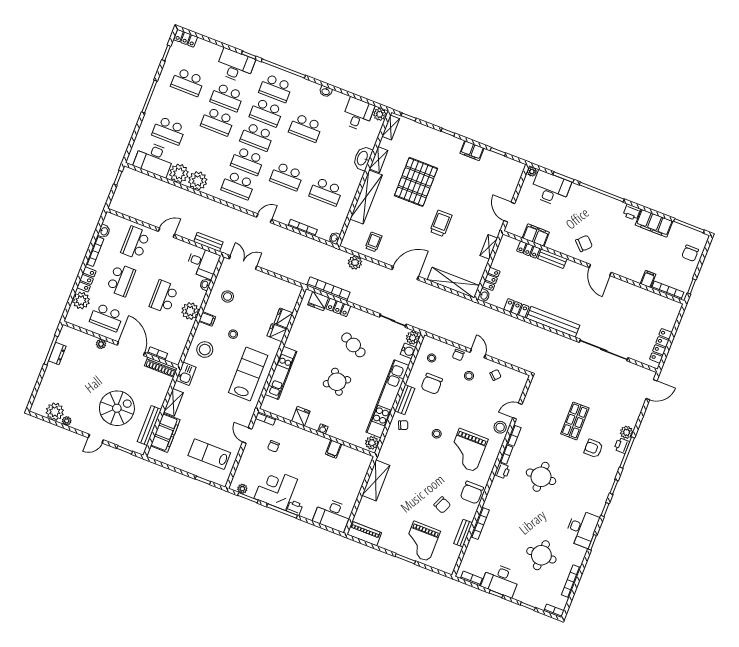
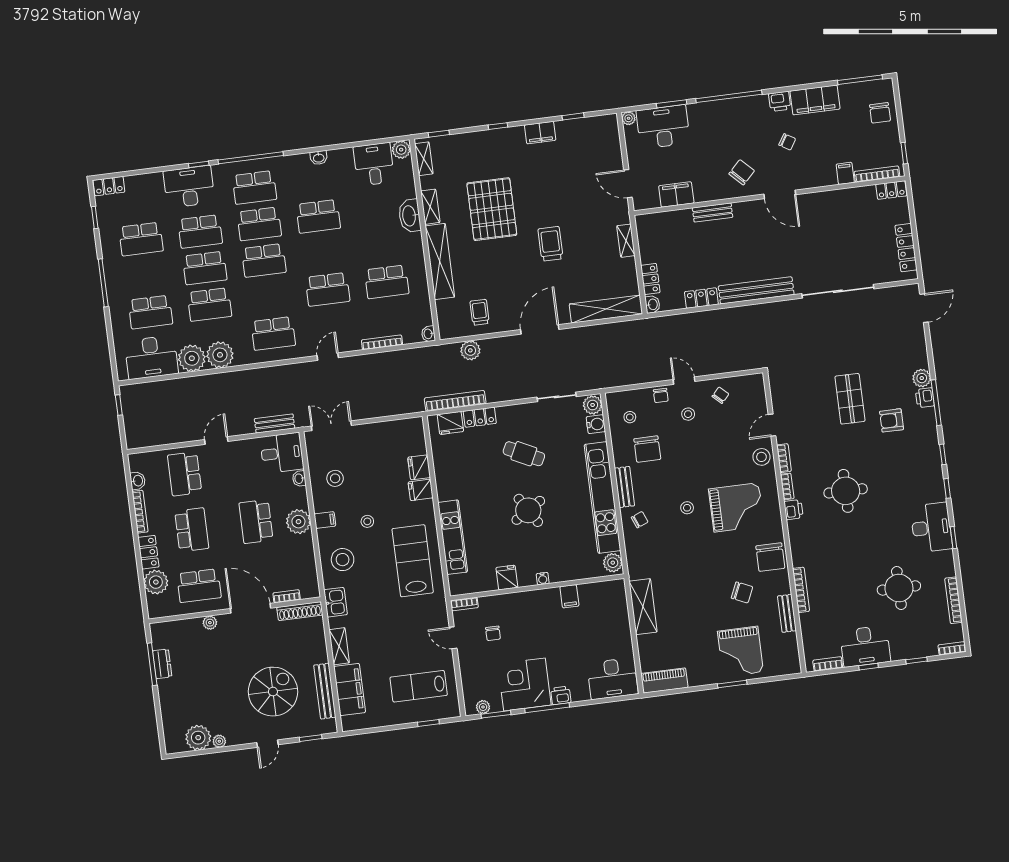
school desk: (247, 161) -> (209, 305), moved
chair: (623, 240) -> (787, 142), added
locker: (528, 250) -> (891, 190), moved
grand piano: (467, 450) -> (736, 507), turned -90

